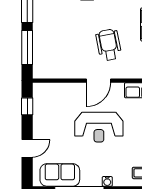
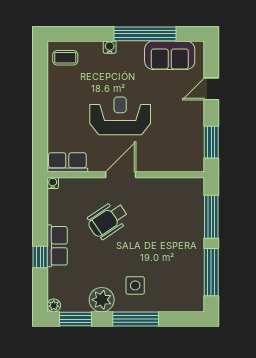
wheelchair: (109, 45) -> (108, 220), turned 67
window: (27, 106) -> (211, 142), width x1.50

